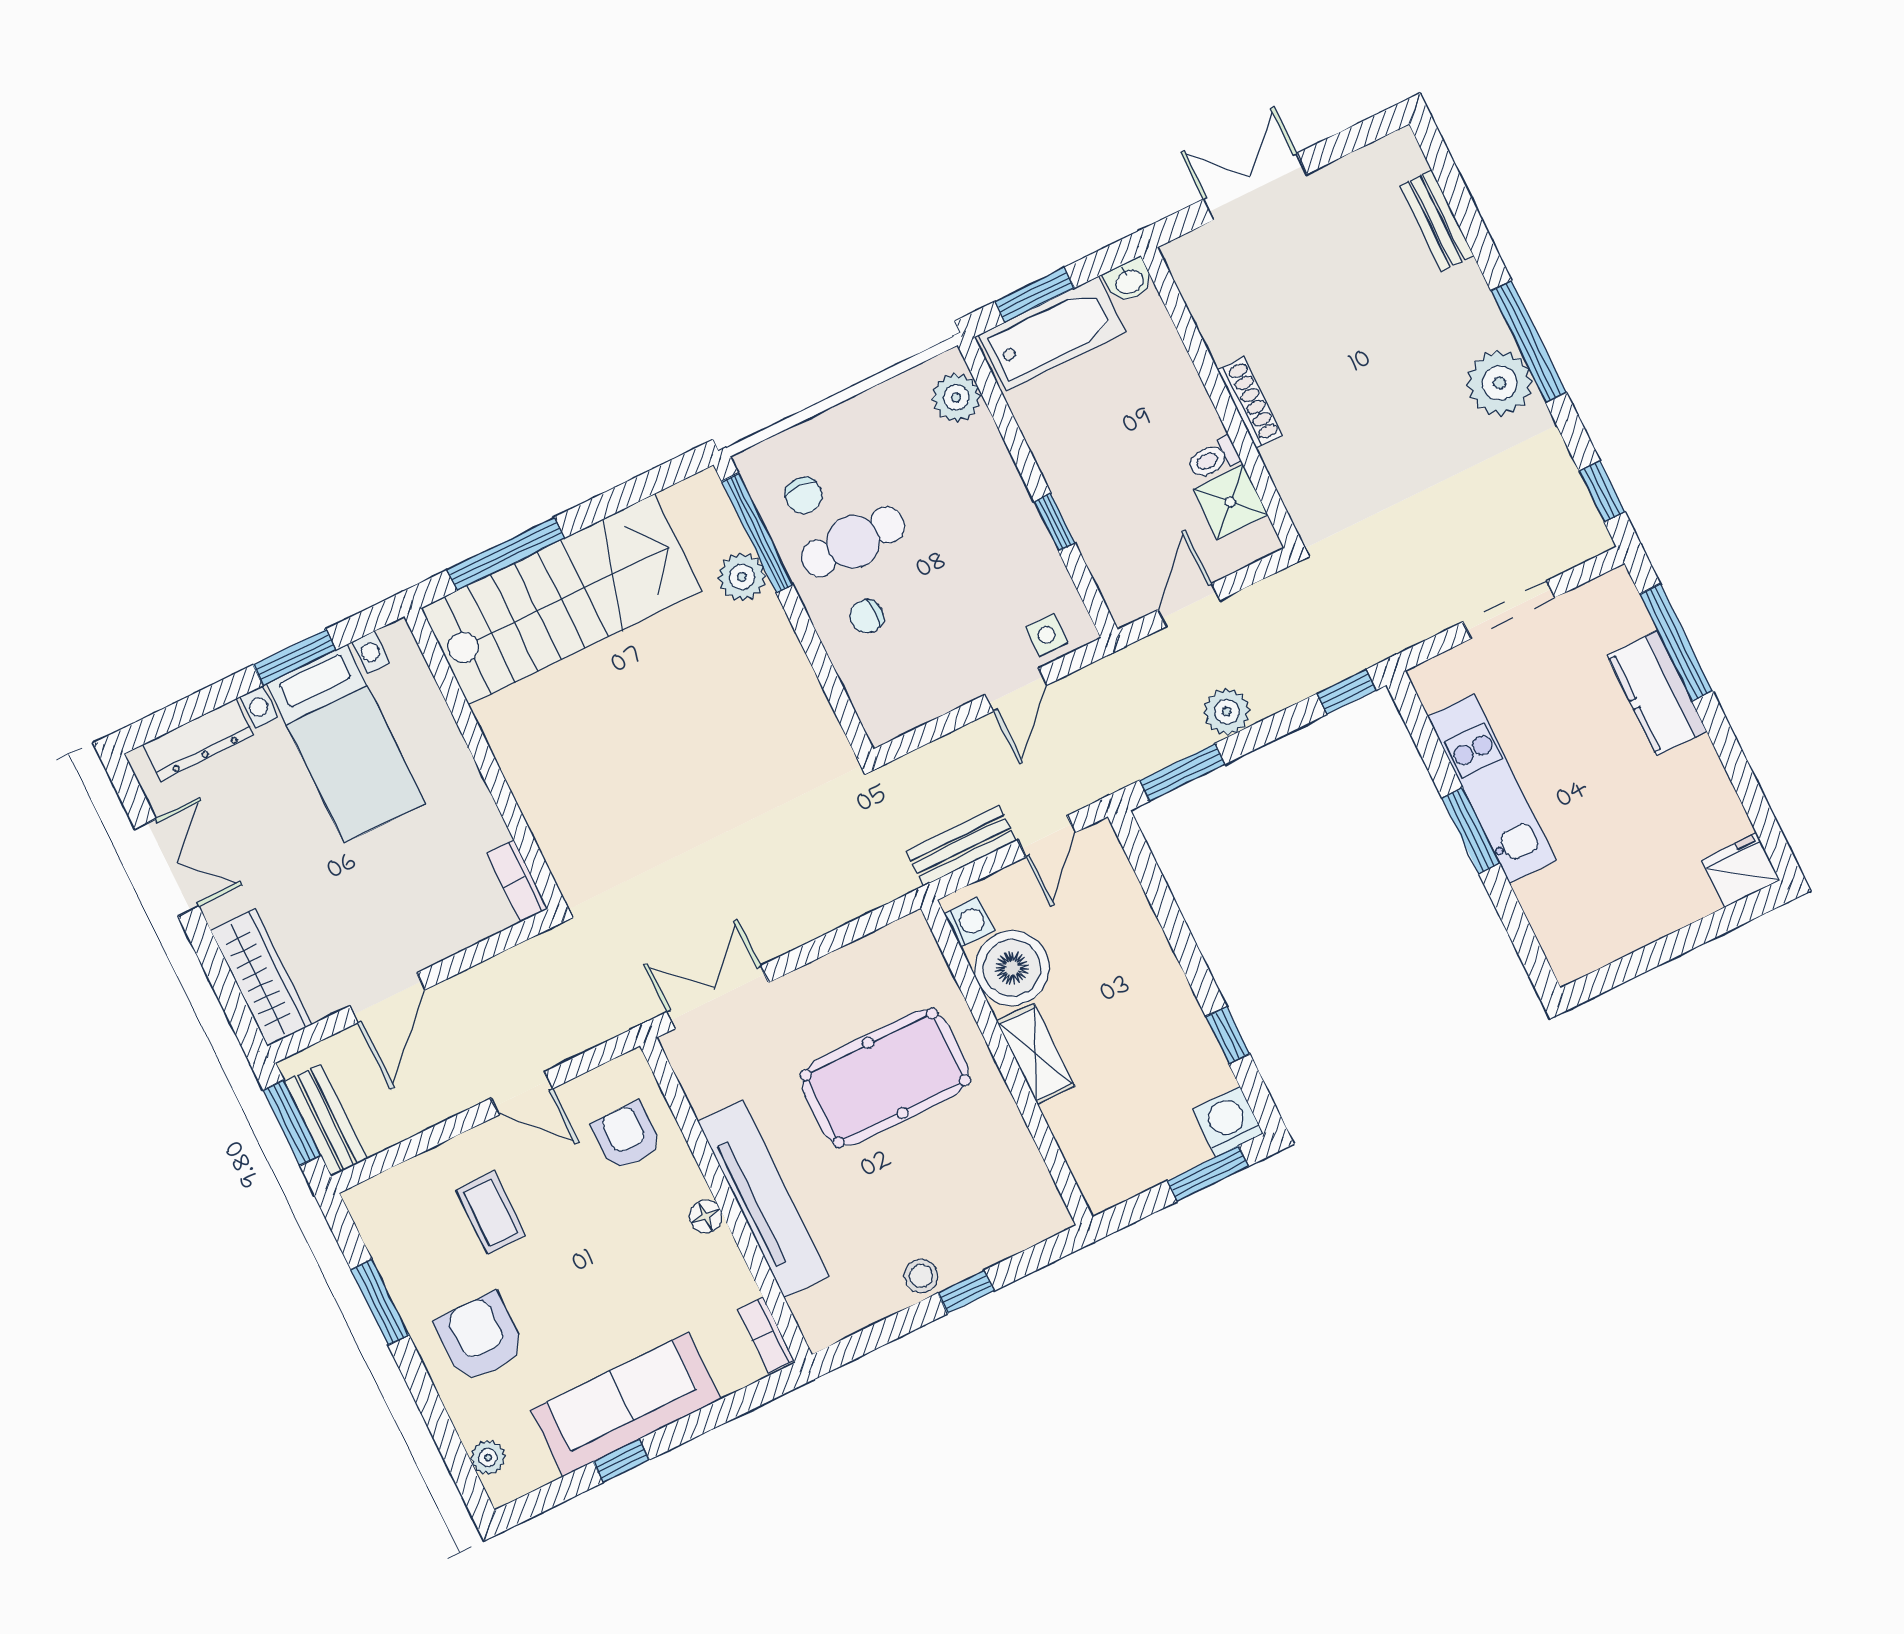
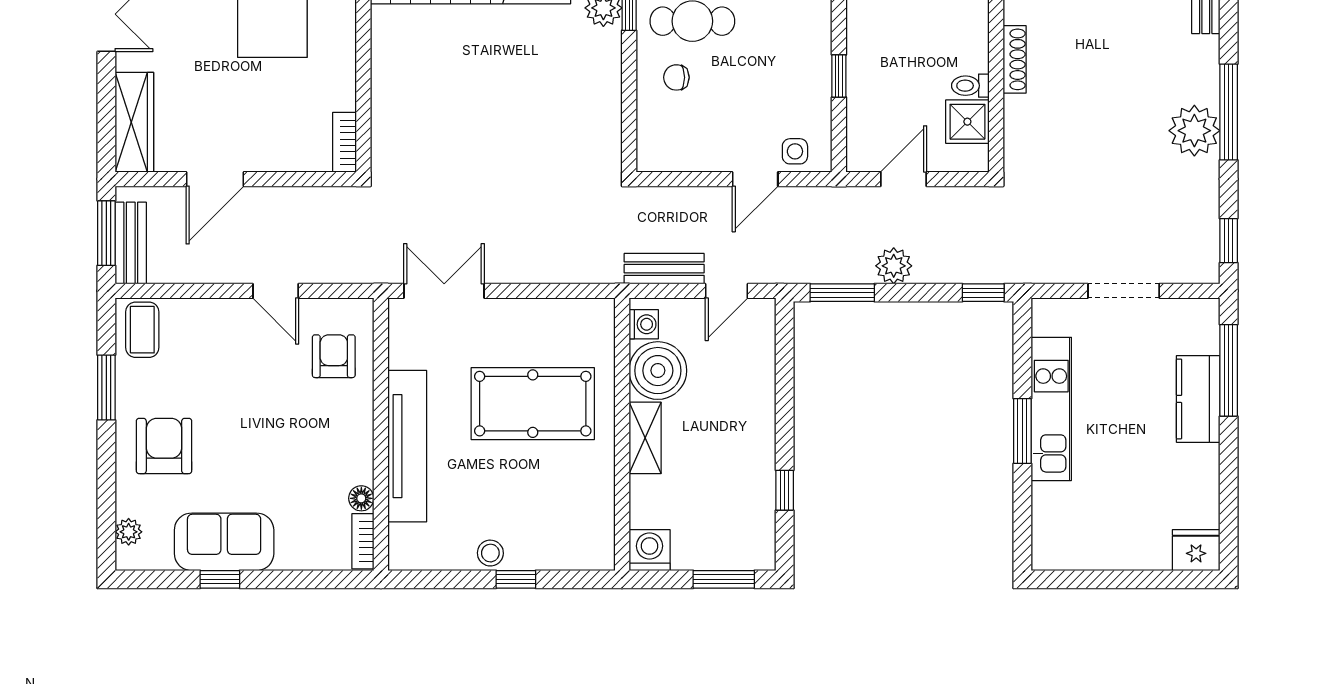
washing machine: (1228, 1121) -> (650, 550), moved
coffee table: (491, 1213) -> (142, 330), moved
floor lamp: (706, 1217) -> (361, 498), moved
sofa: (626, 1404) -> (224, 542), width x0.73

